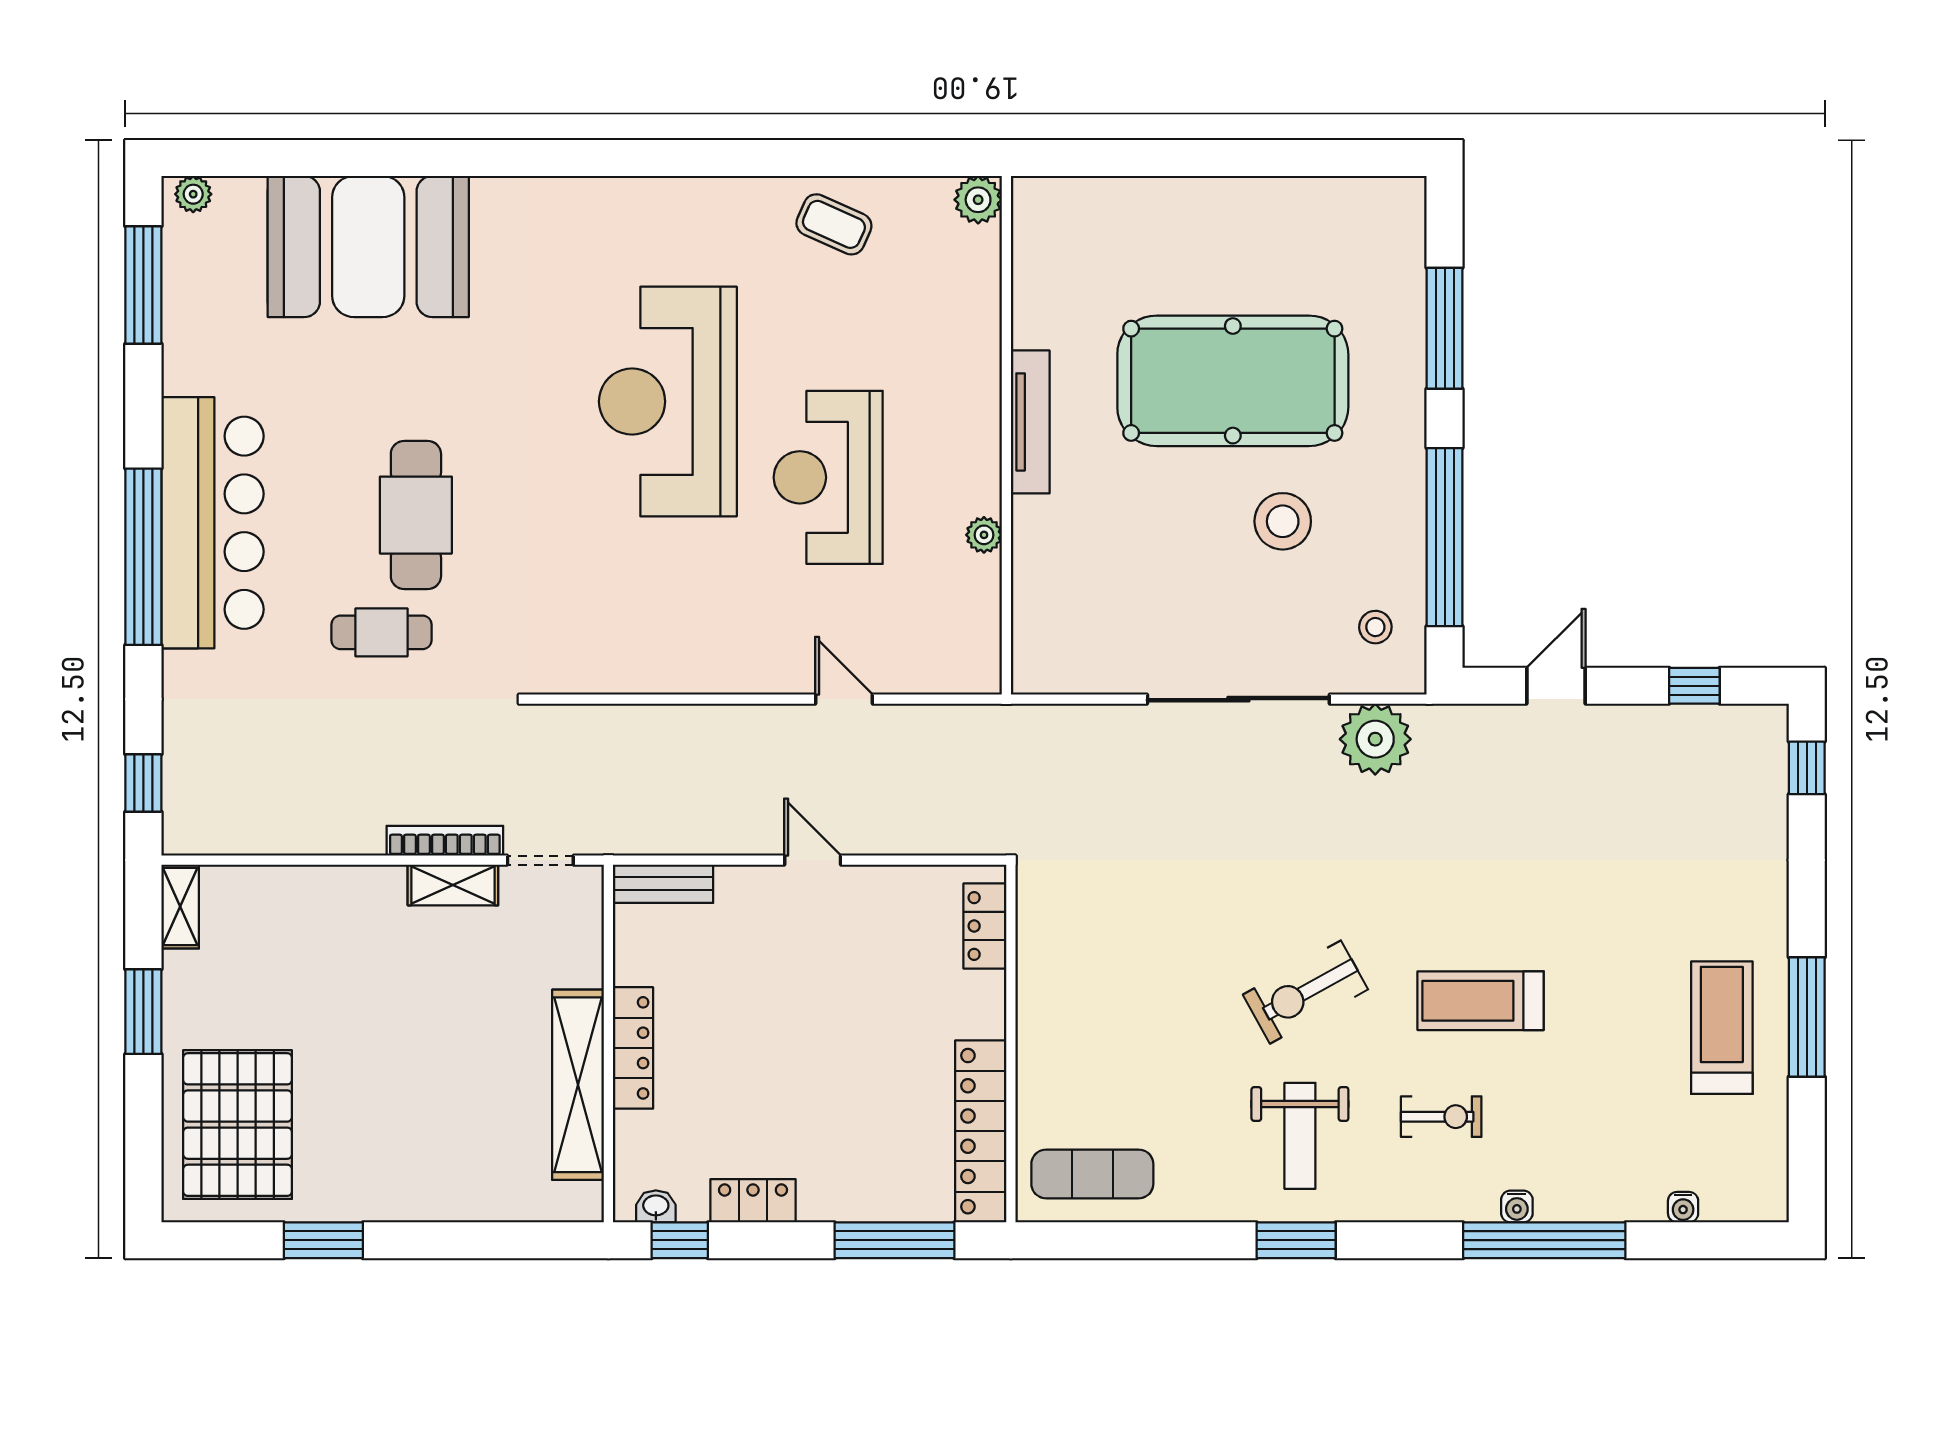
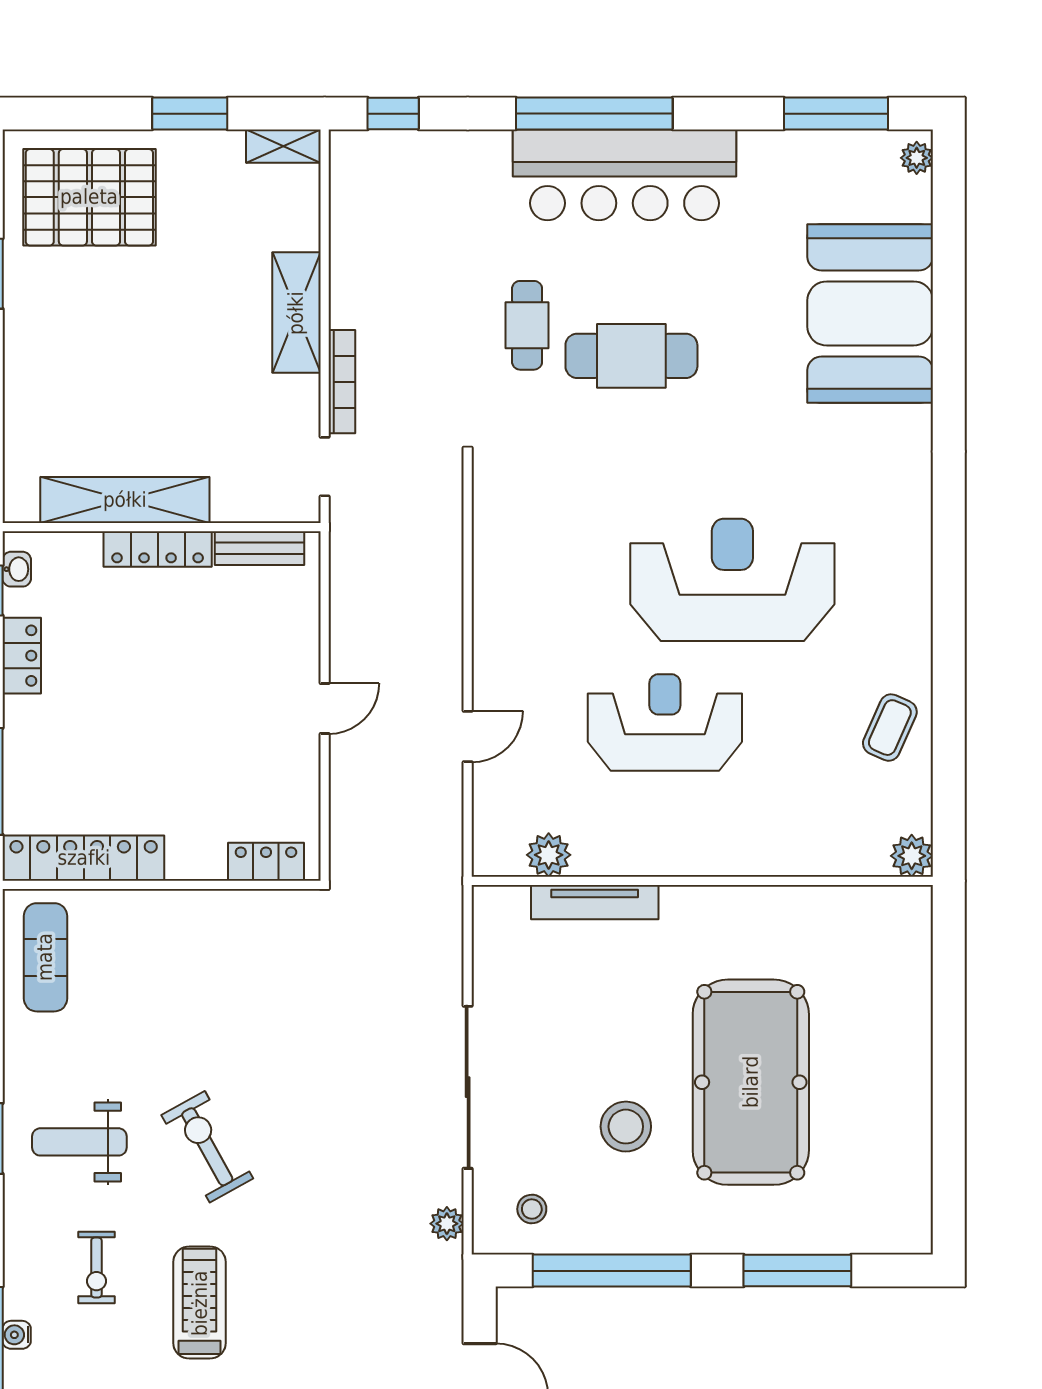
tv unit: (1030, 422) -> (595, 902), moved
plant: (984, 535) -> (549, 855), moved, width x1.38, depth x1.38
plant: (1375, 739) -> (447, 1224), width x0.53, depth x0.53
bench: (663, 884) -> (259, 548), moved, turned 90
shelving: (453, 885) -> (296, 313), moved, width x1.50, depth x1.33

